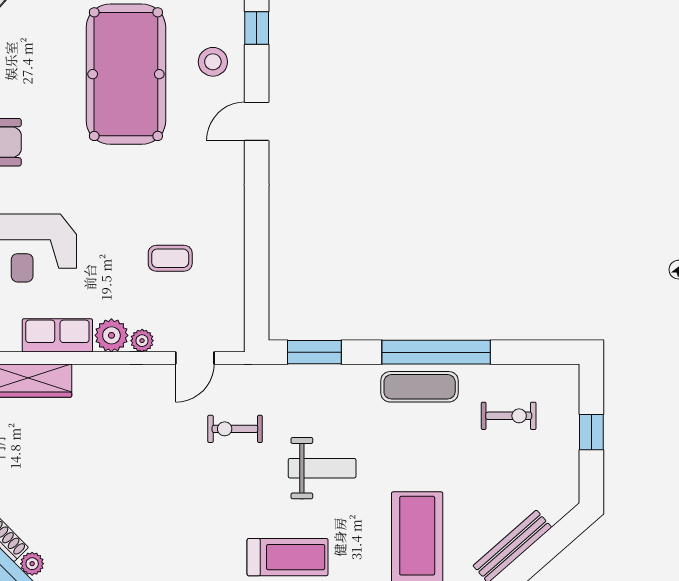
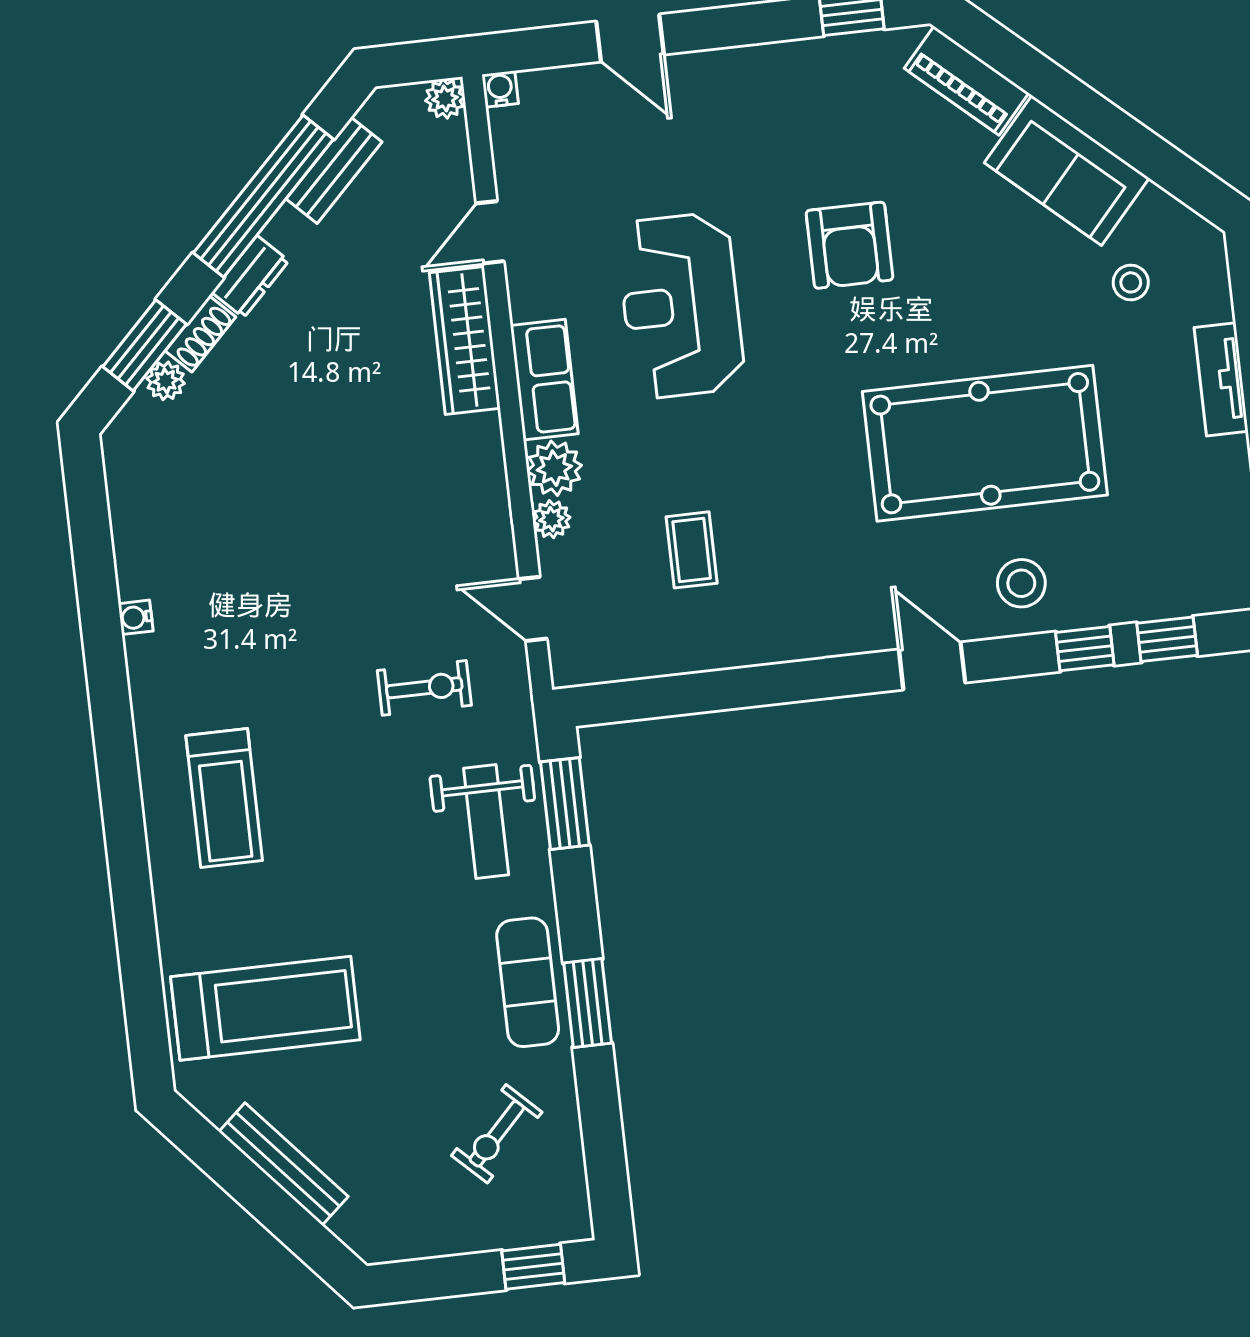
window: (436, 352) -> (588, 1003), width x0.47
exercise bike: (509, 416) -> (497, 1134), turned 44
exercise bike: (235, 429) -> (424, 688), turned 90
window: (591, 432) -> (533, 1267), moved
weight bench: (322, 468) -> (486, 821), moved

